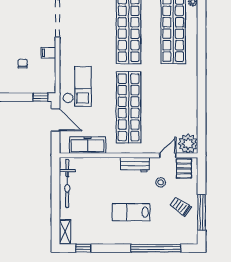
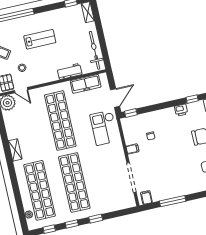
shelving: (192, 84) -> (15, 150), added
door: (56, 120) -> (115, 98), swing flipped
door: (168, 155) -> (21, 90), hinge flipped
workbench: (135, 165) -> (70, 71), moved

